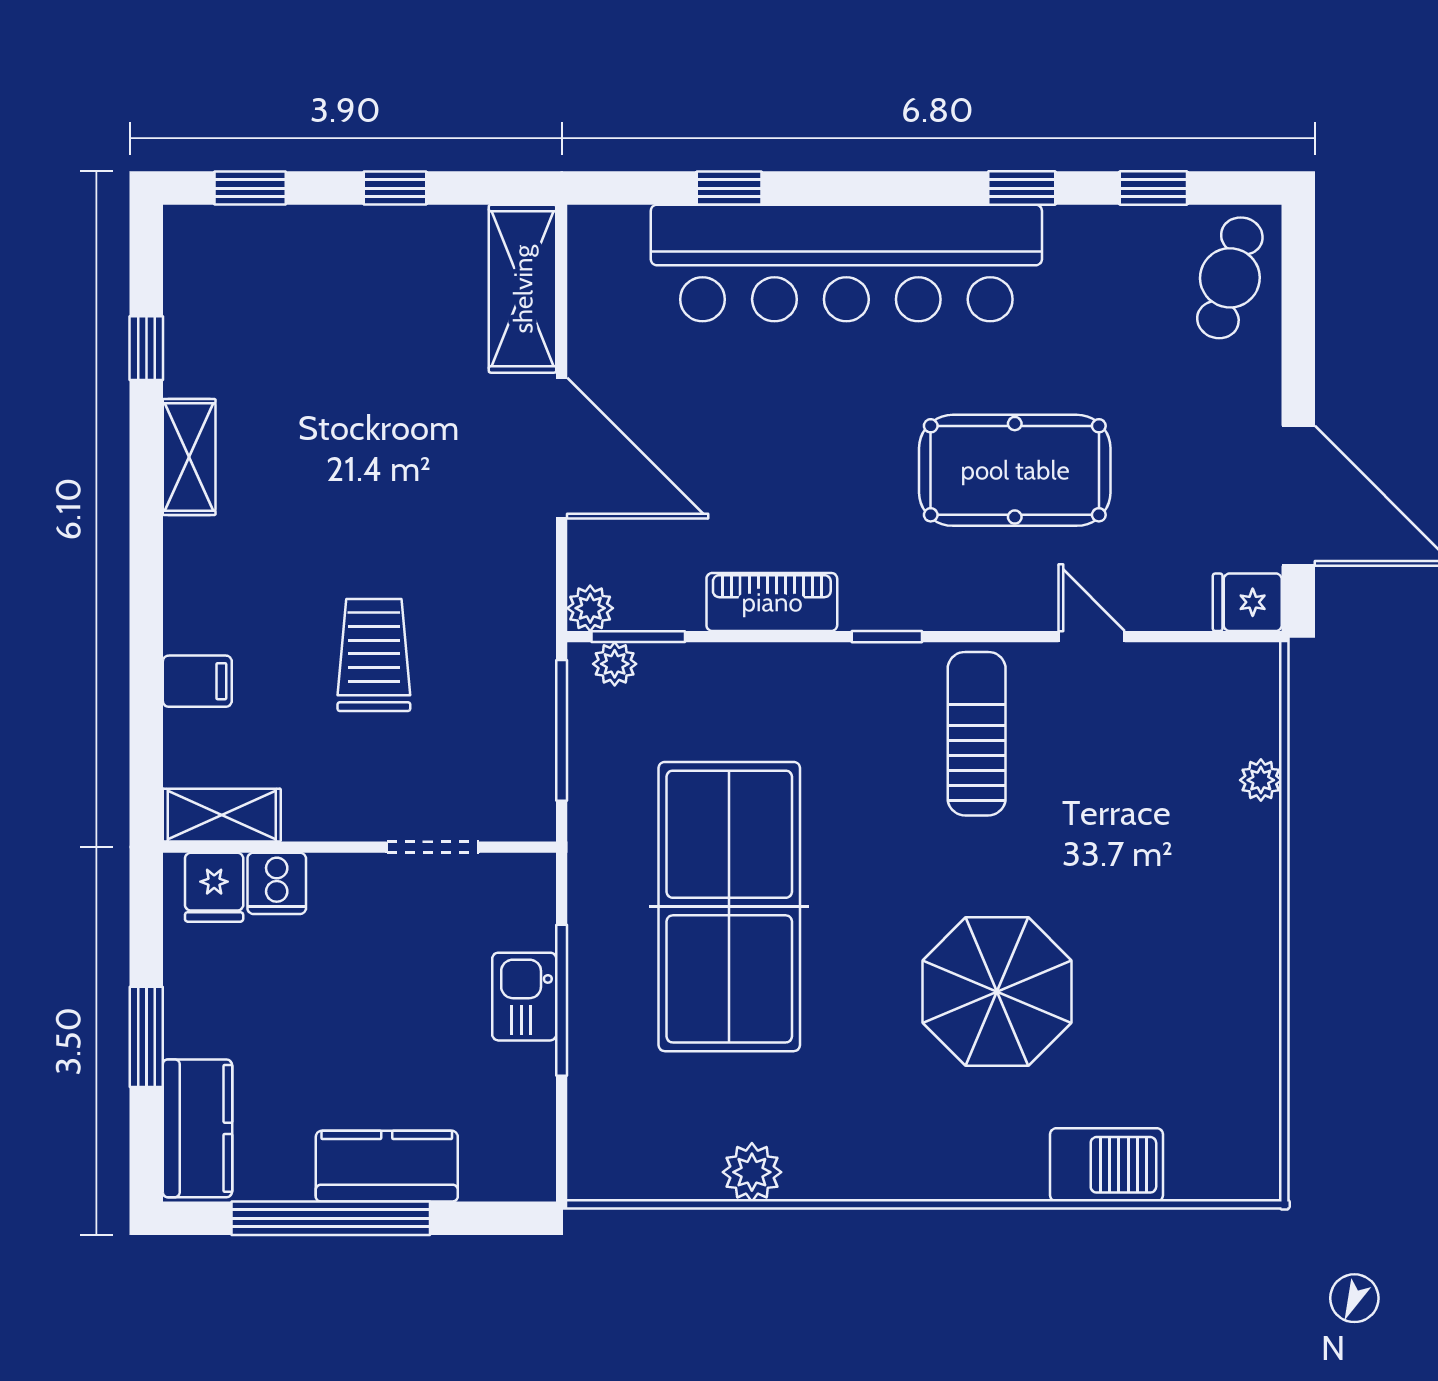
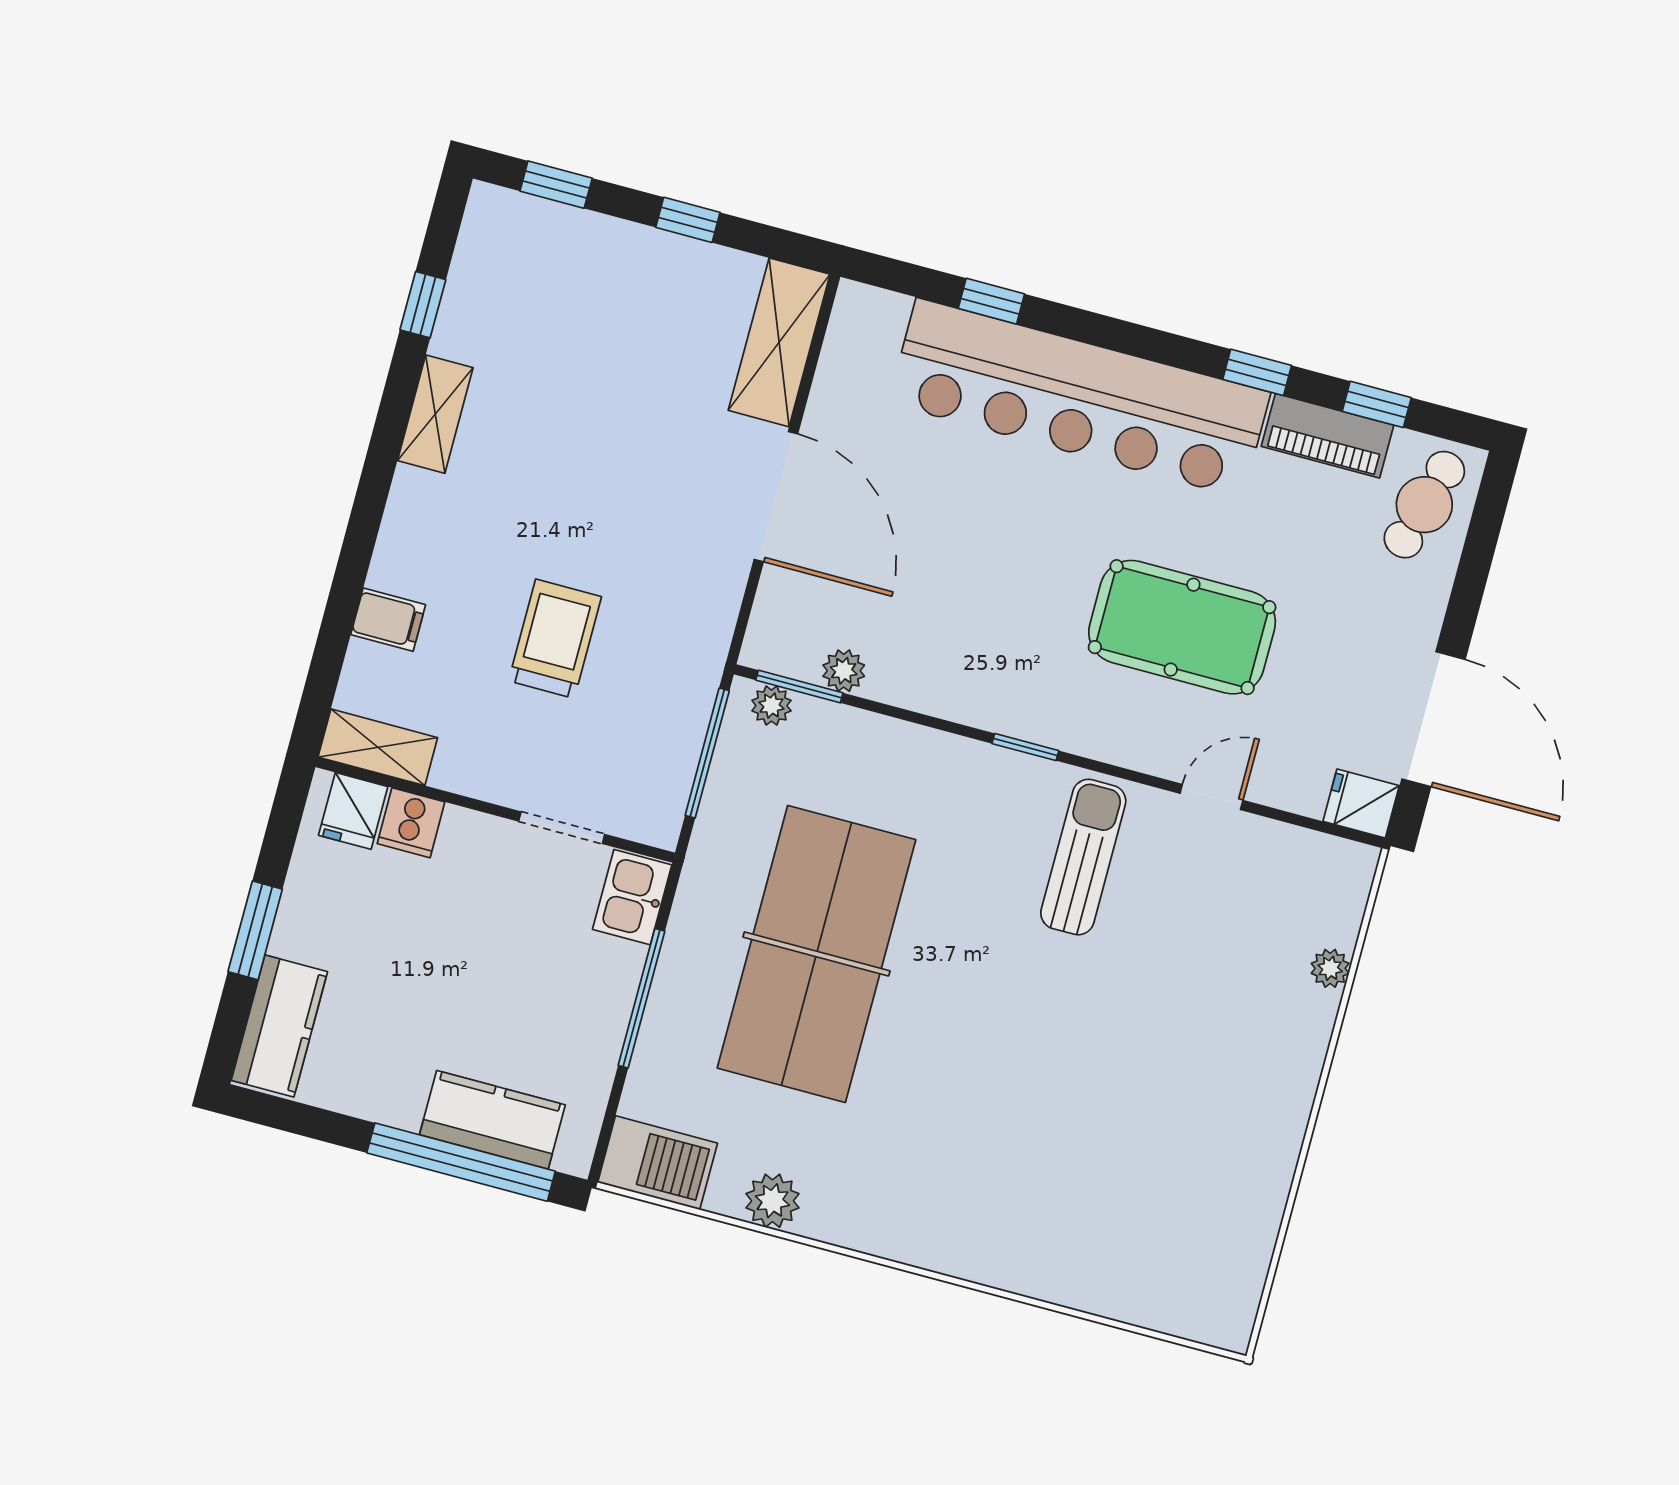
piano: (772, 602) -> (1327, 436), moved, turned 180
plant: (590, 608) -> (844, 671), moved
door: (1092, 637) -> (1211, 797), hinge flipped
parasol: (997, 992) -> (1039, 1096), removed
kitchen sink: (524, 997) -> (632, 897), moved
barbecue: (1107, 1165) -> (658, 1163), moved
kitchen counter: (387, 1166) -> (492, 1120), moved
window: (331, 1218) -> (461, 1162), moved

